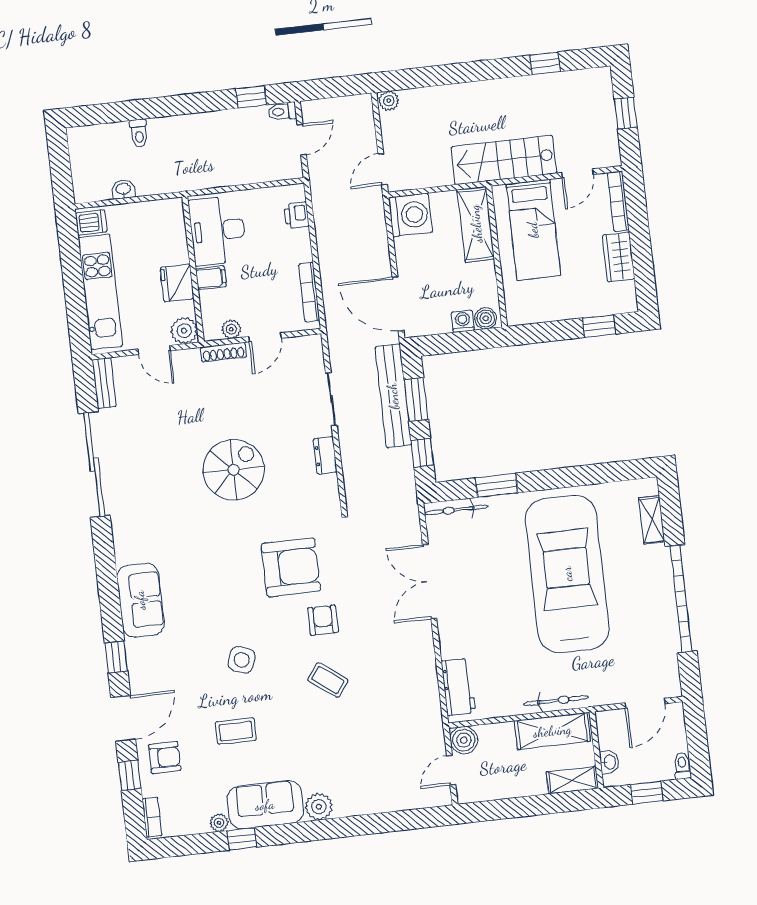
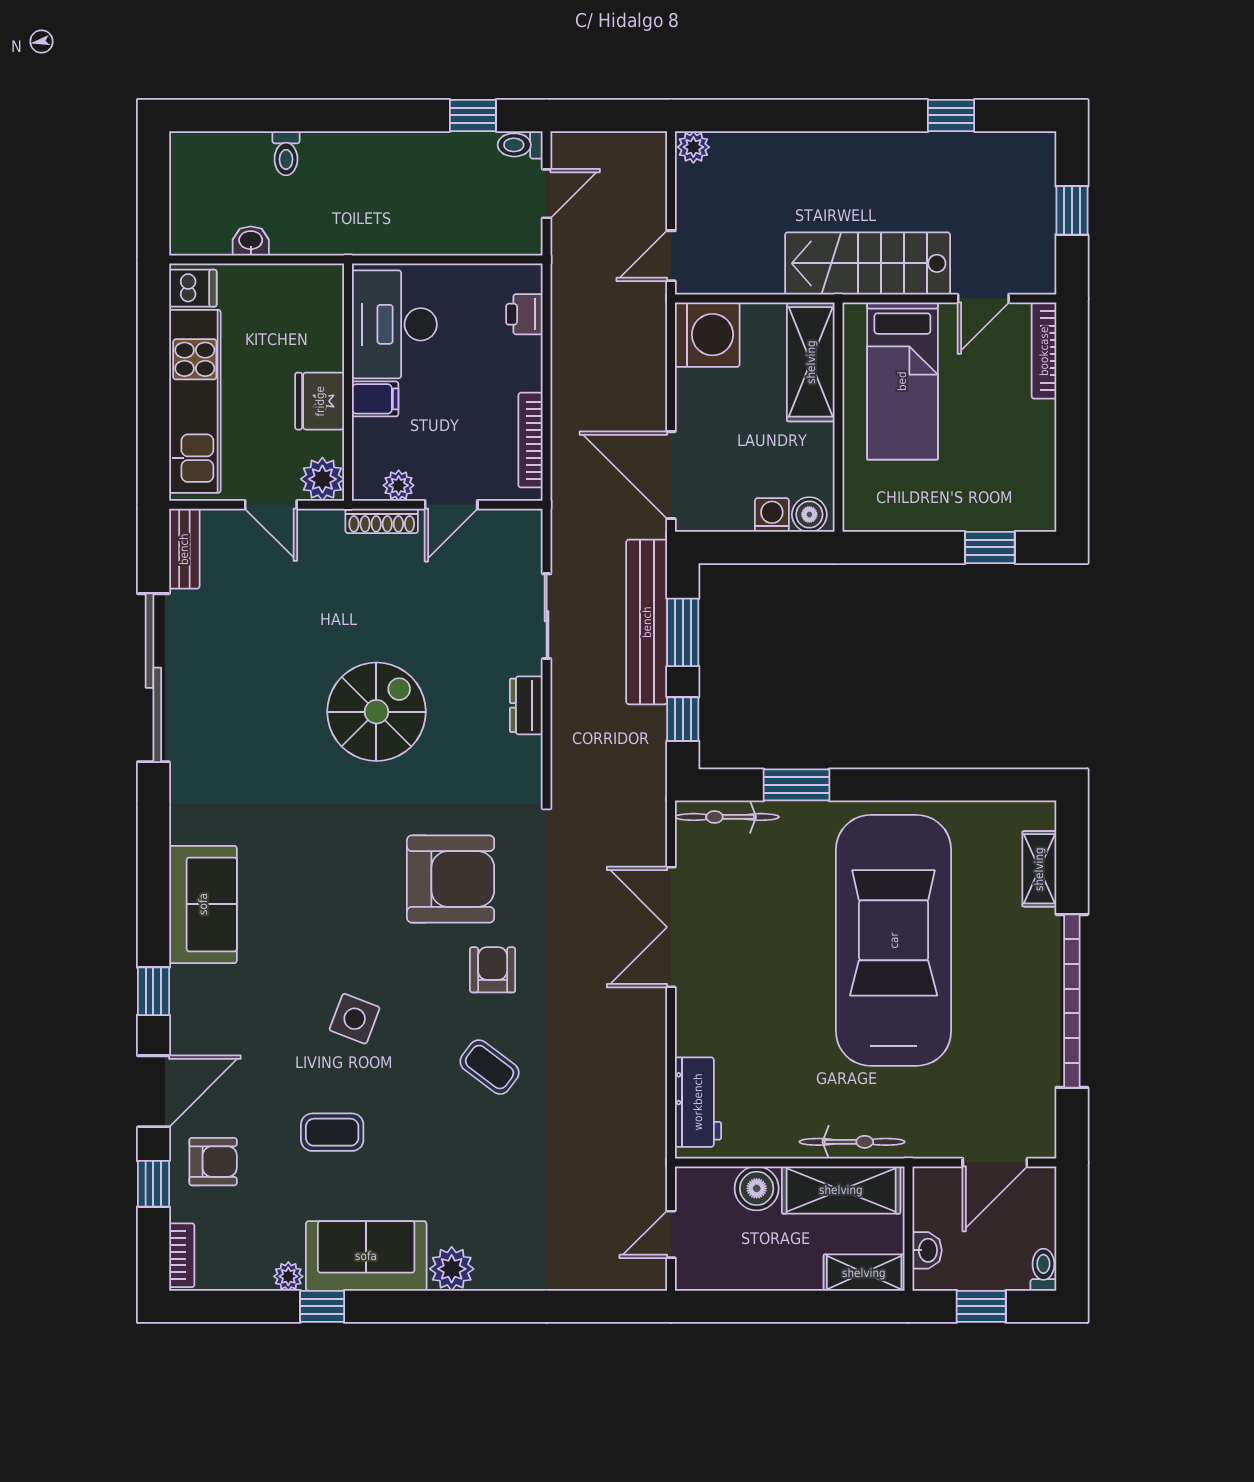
wardrobe: (619, 257) -> (1034, 440), removed
boiler: (464, 740) -> (757, 1188), moved

